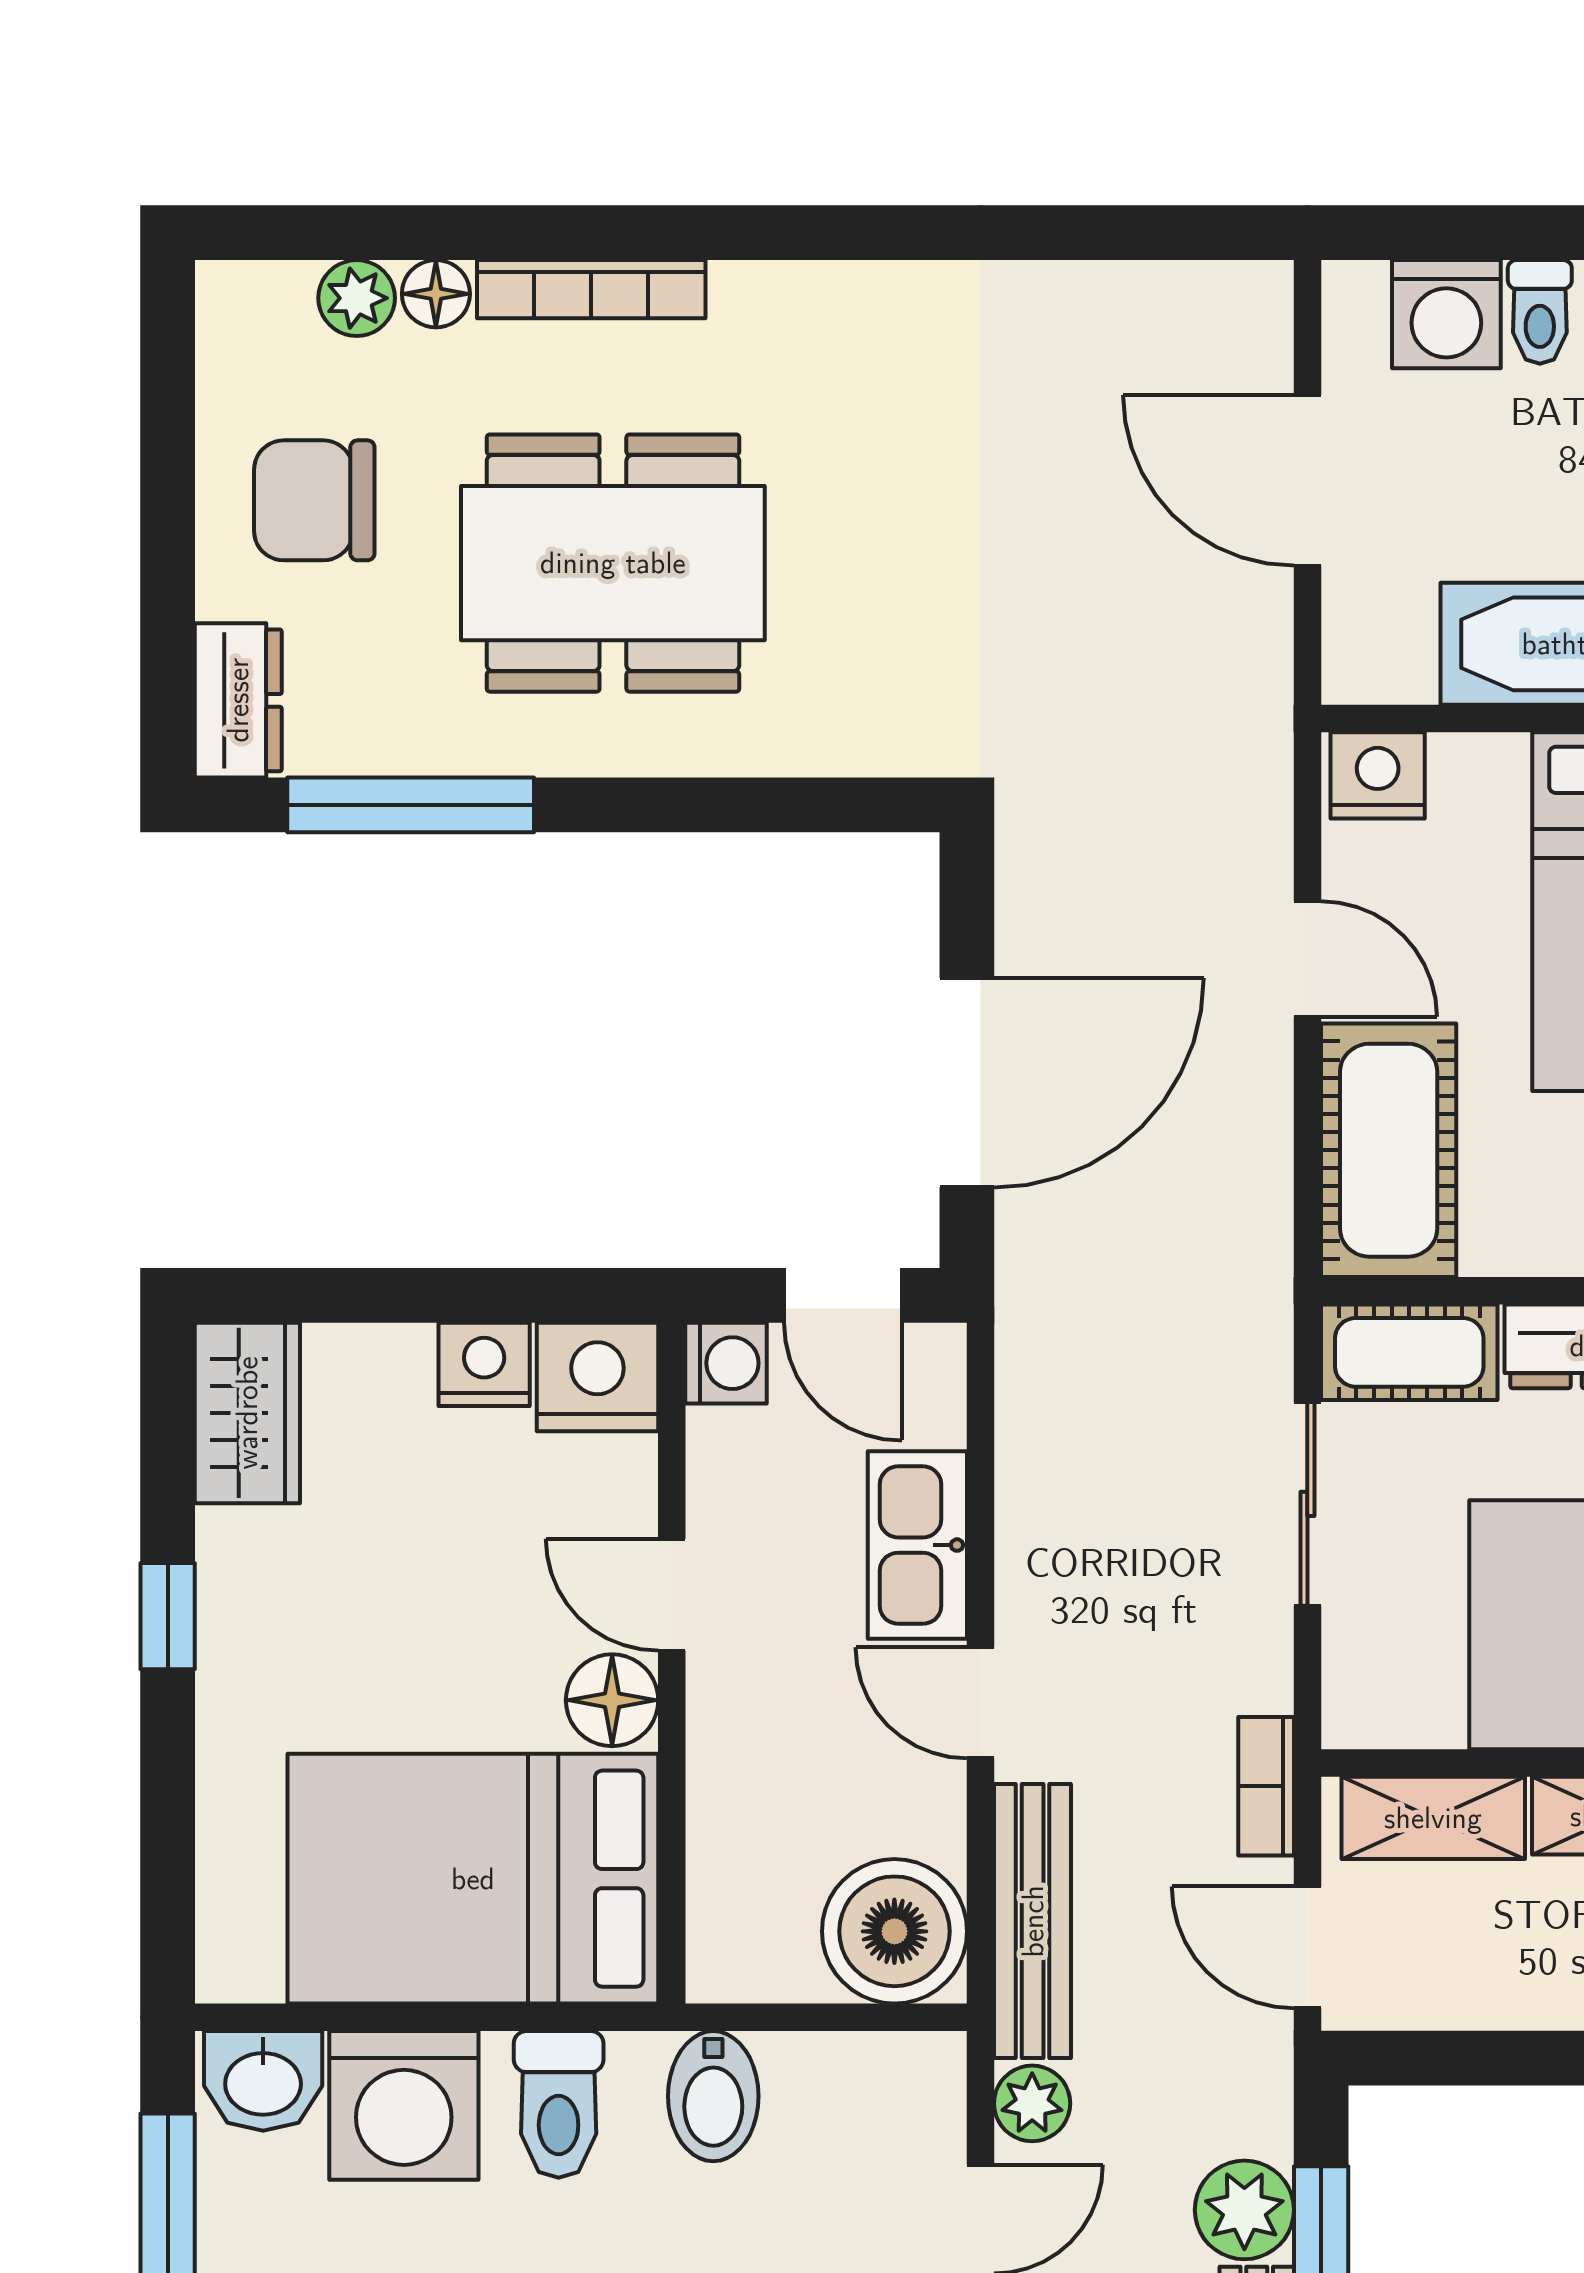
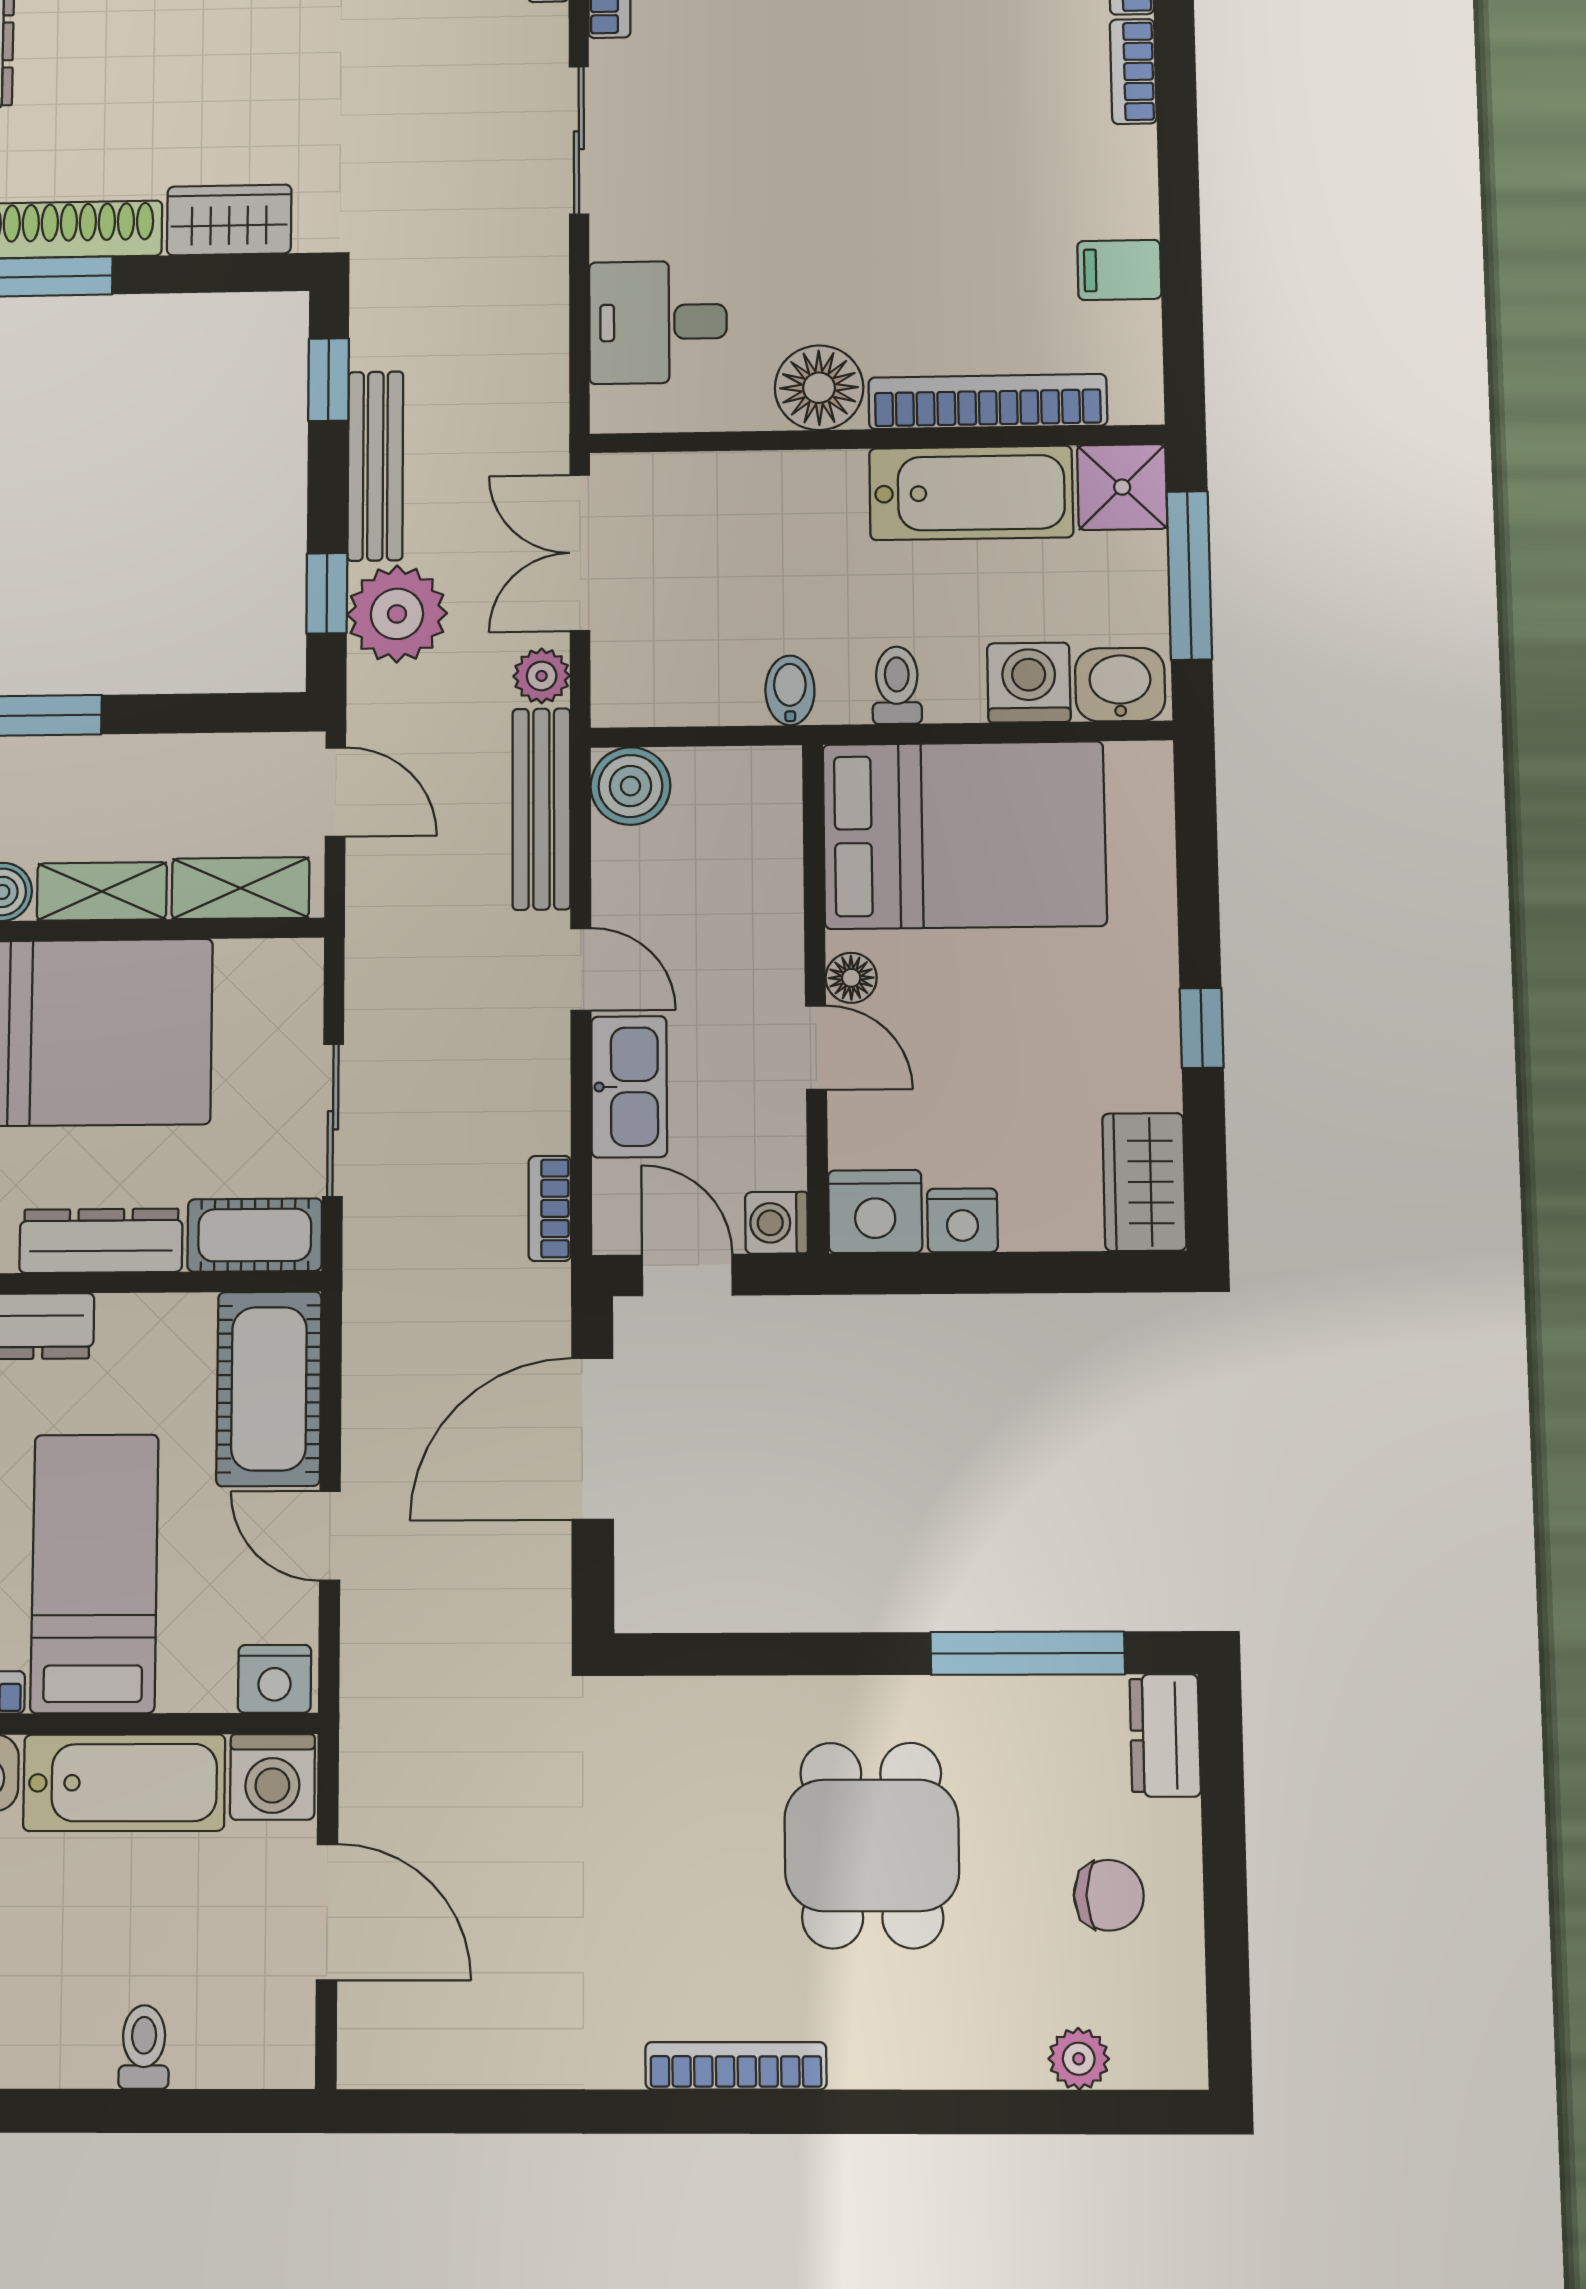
bookcase: (591, 289) -> (736, 2066), moved
floor lamp: (436, 294) -> (1016, 2062), removed
washing machine: (1446, 314) -> (272, 1777), moved, turned 180
chair: (314, 500) -> (1109, 1895), width x0.73, depth x0.73
dining table: (613, 563) -> (872, 1845), width x0.73
floor lamp: (612, 1700) -> (851, 978), width x0.73, depth x0.73
bookcase: (1266, 1786) -> (550, 1208), moved, turned 180
boiler: (894, 1931) -> (630, 786), width x0.73, depth x0.73
bidet: (713, 2096) -> (790, 690), width x0.72, depth x0.74
toilet: (559, 2104) -> (897, 685), width x0.73, depth x0.72
washing machine: (404, 2105) -> (1029, 683), width x0.73, depth x0.73
plant: (1244, 2210) -> (397, 614), width x1.36, depth x1.36

